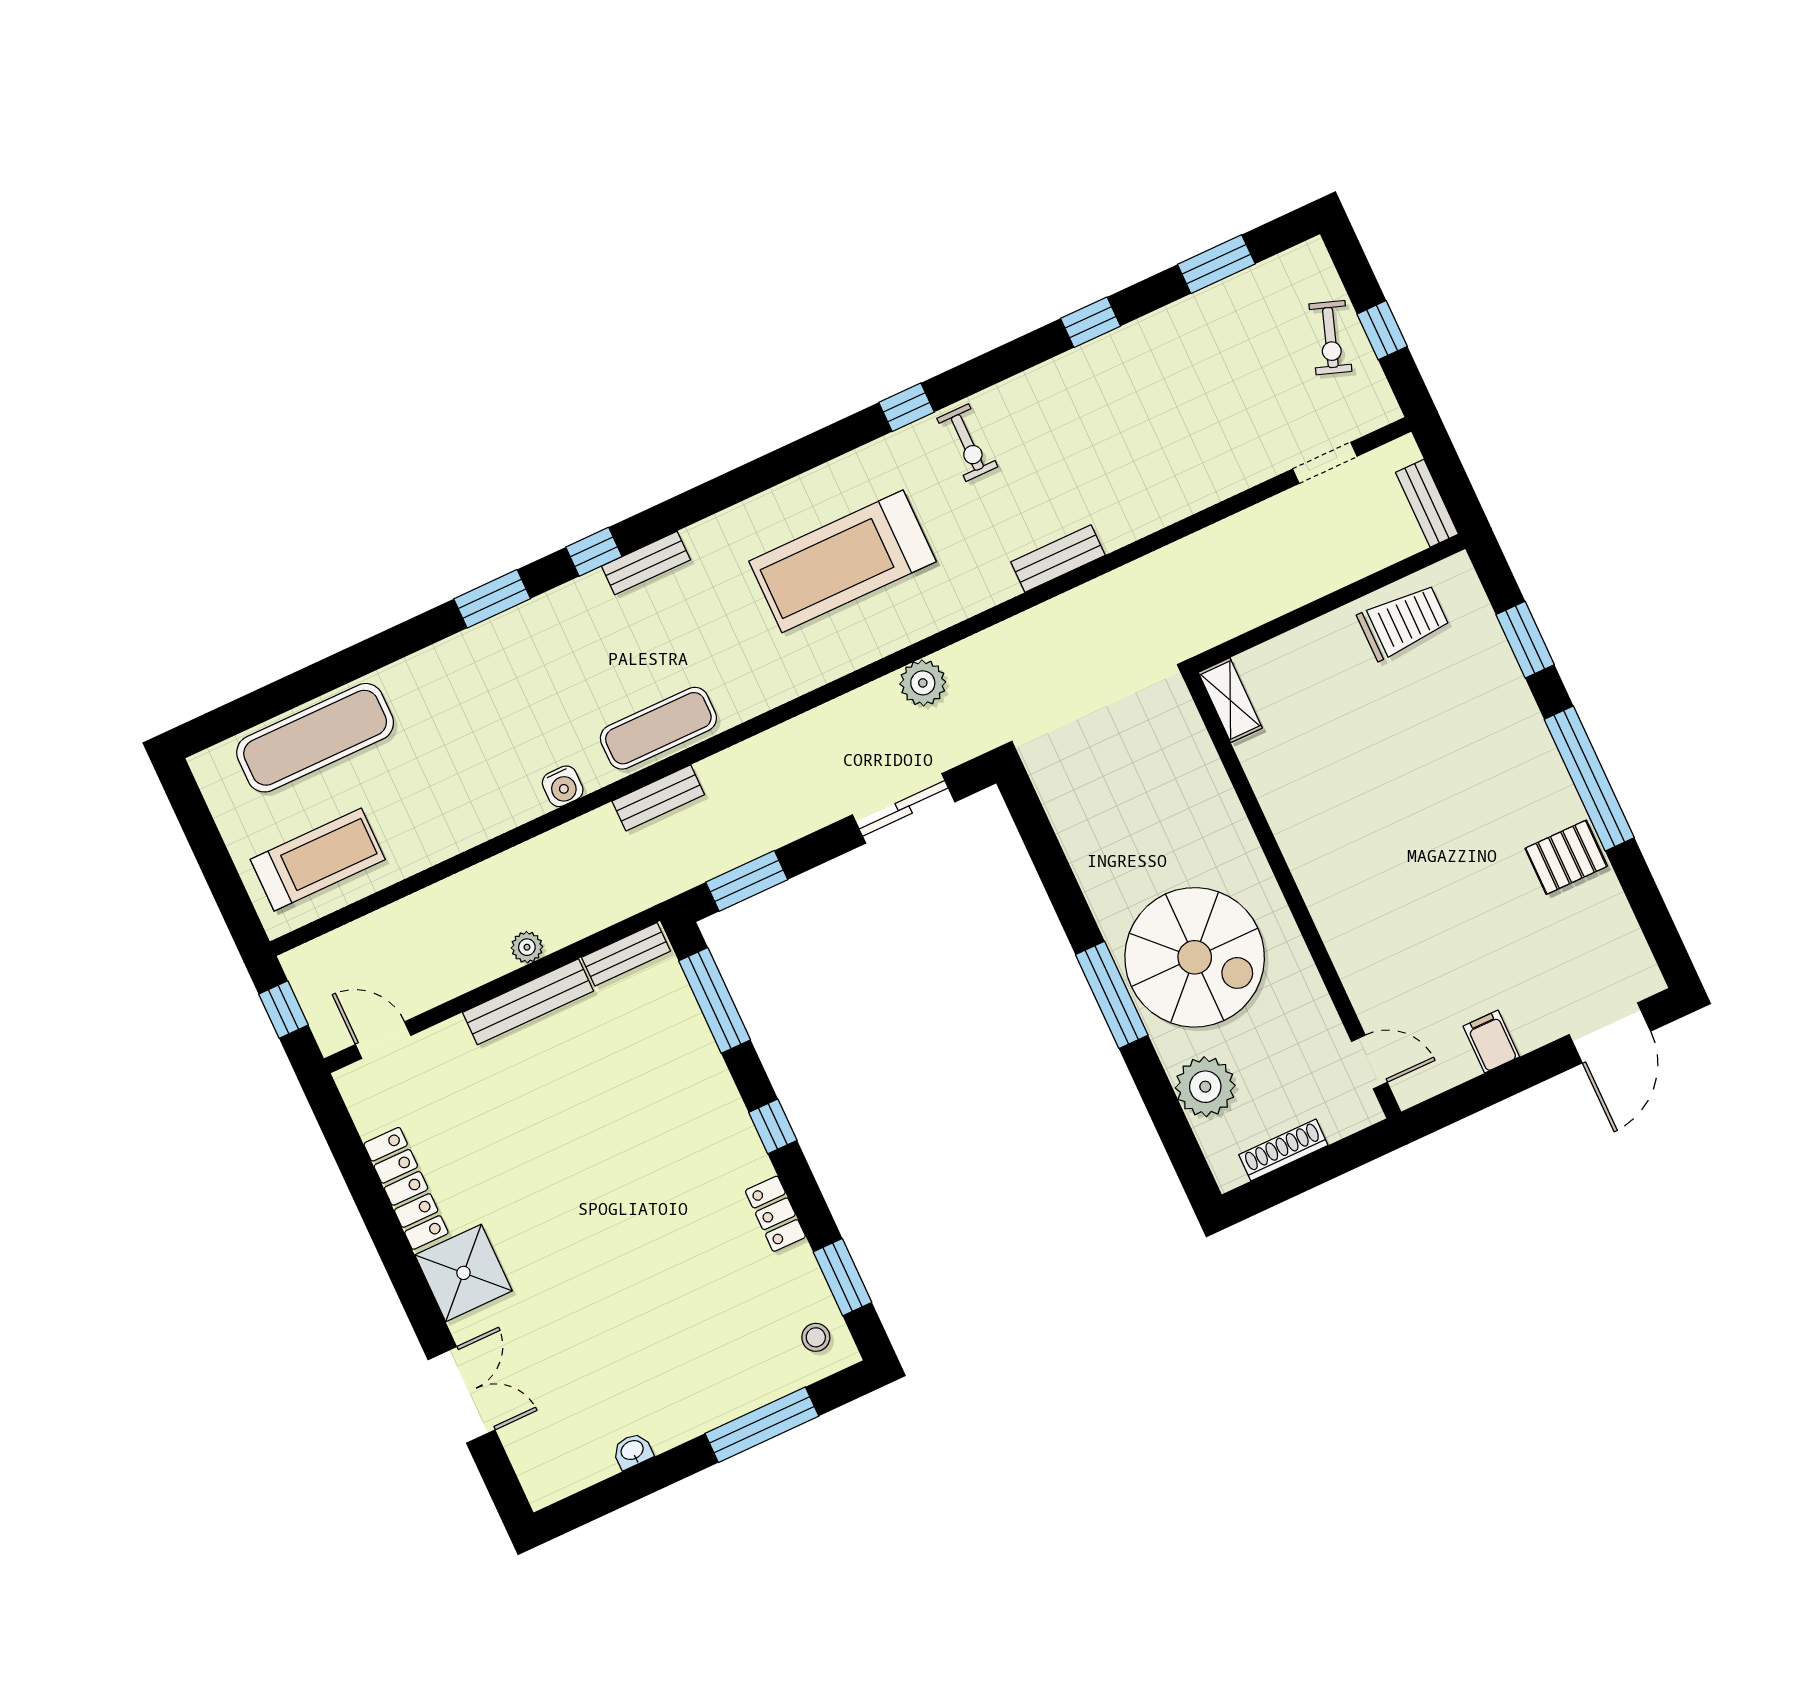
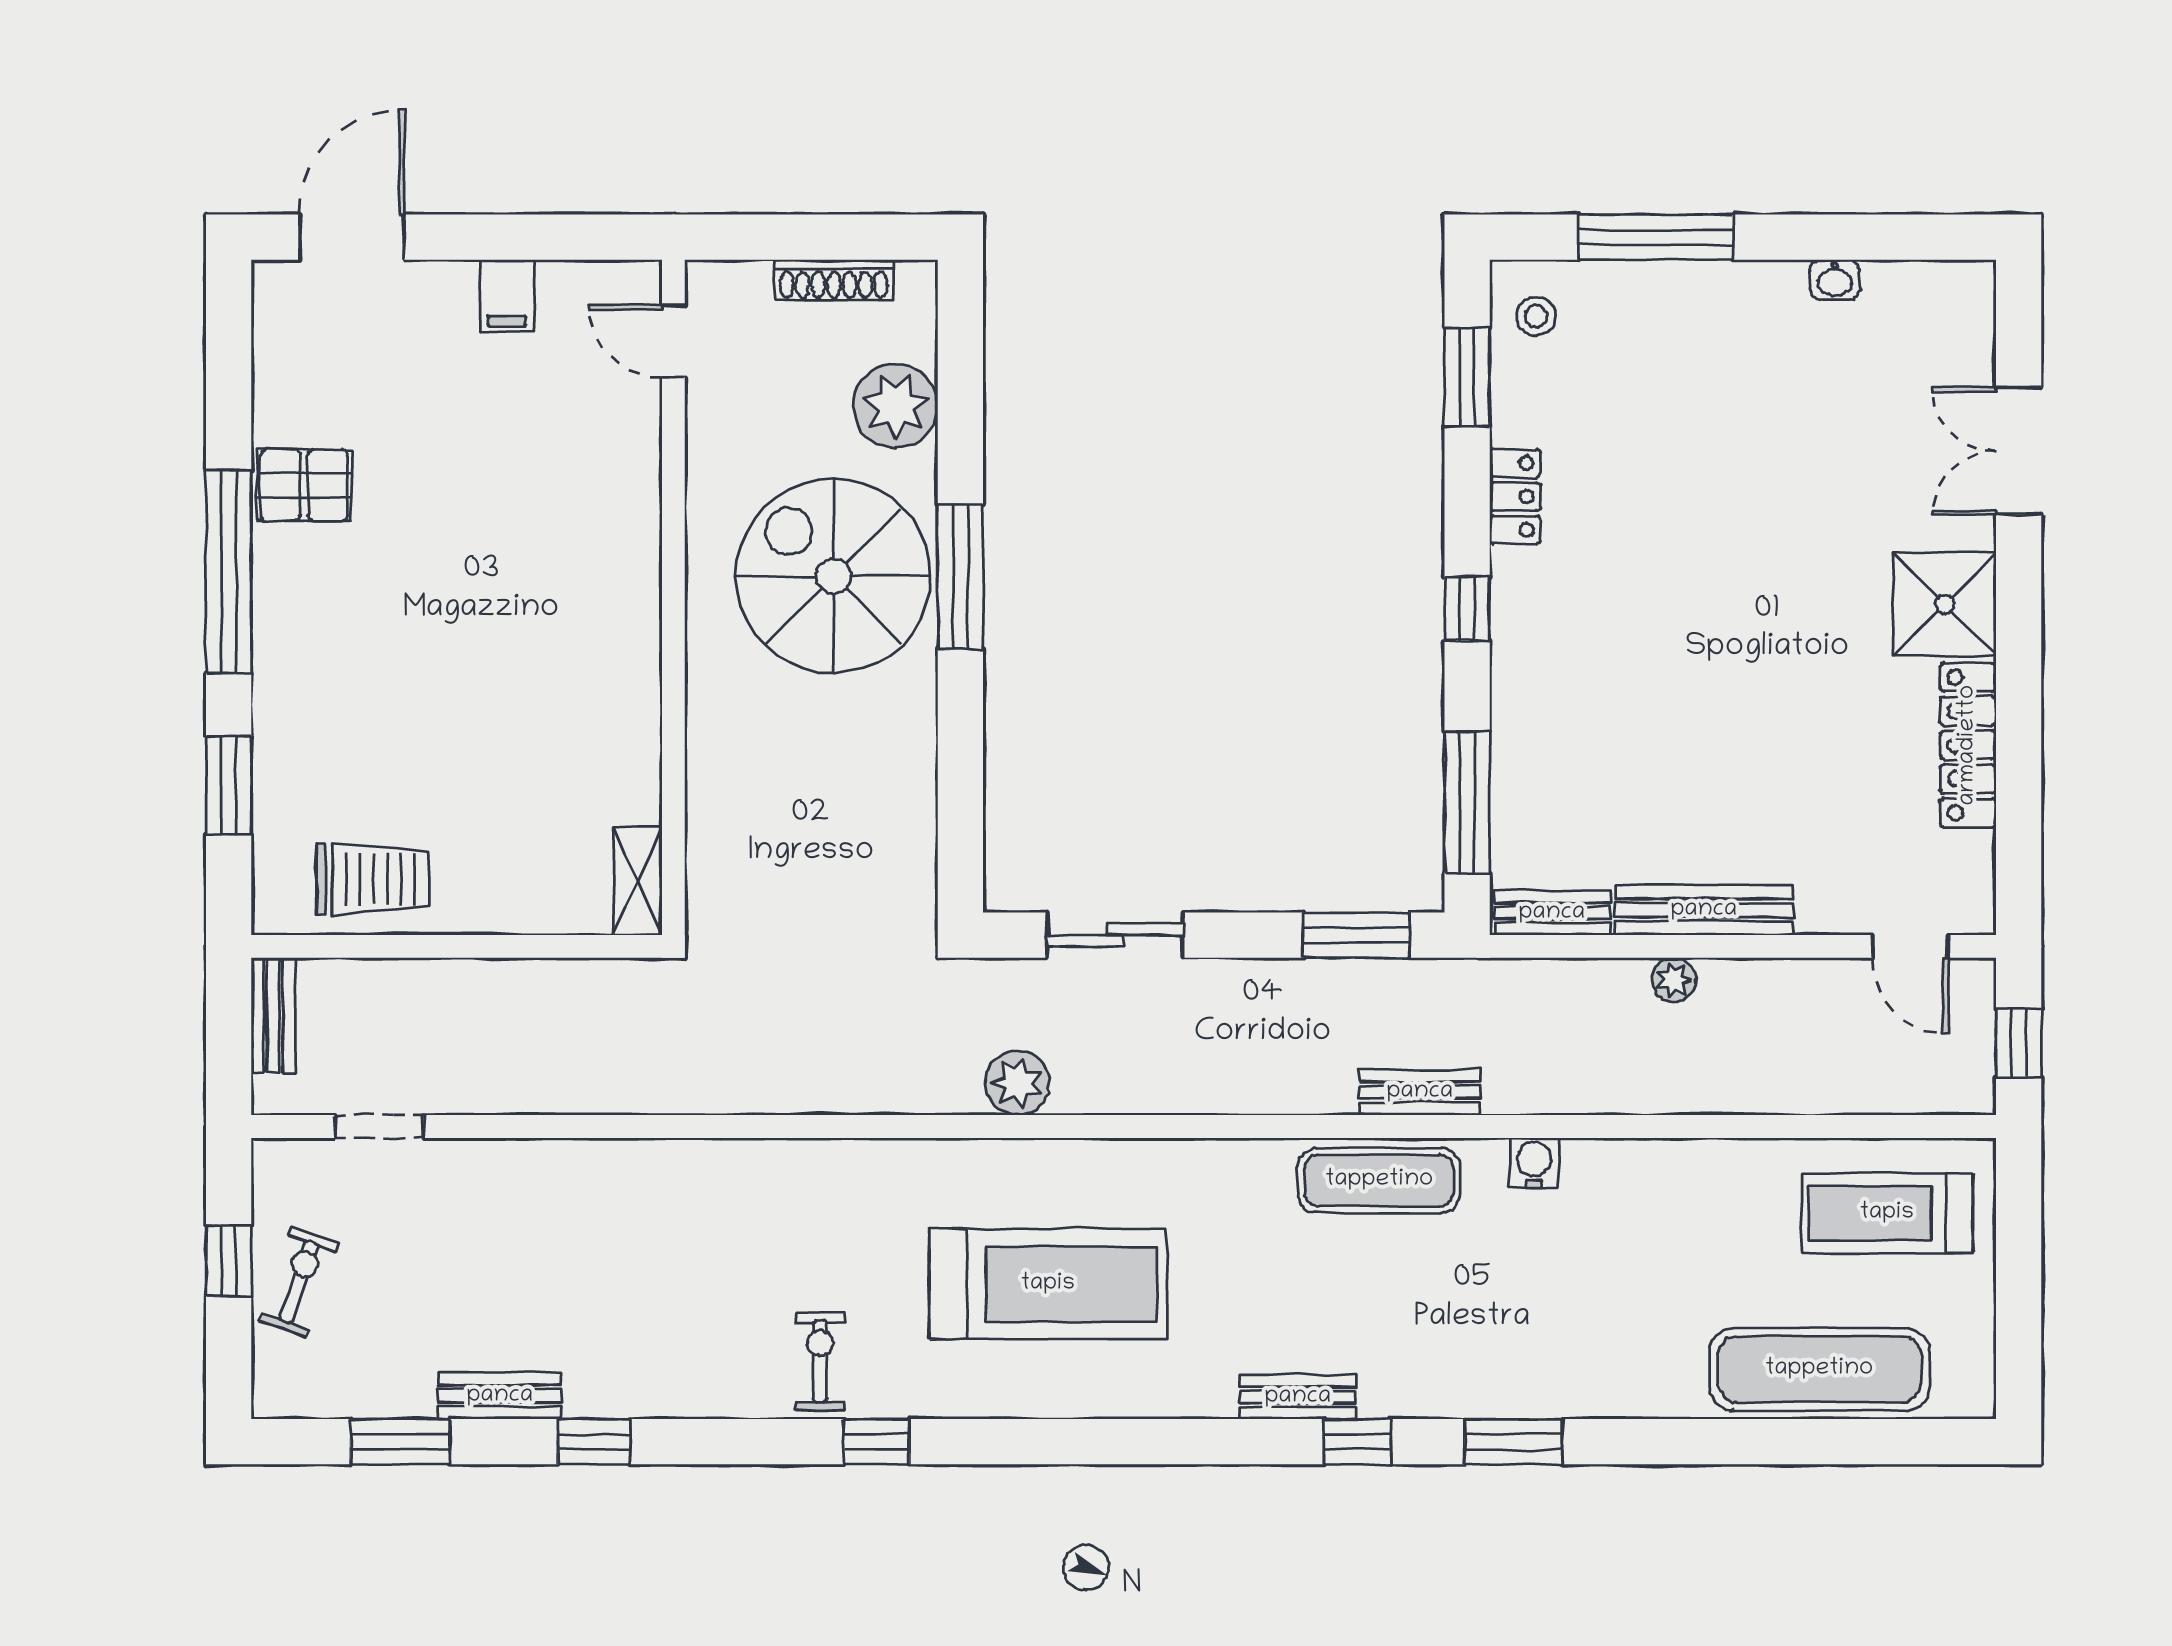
bench: (1058, 559) -> (500, 1396), moved
trolley: (1403, 622) -> (373, 879), turned 180

